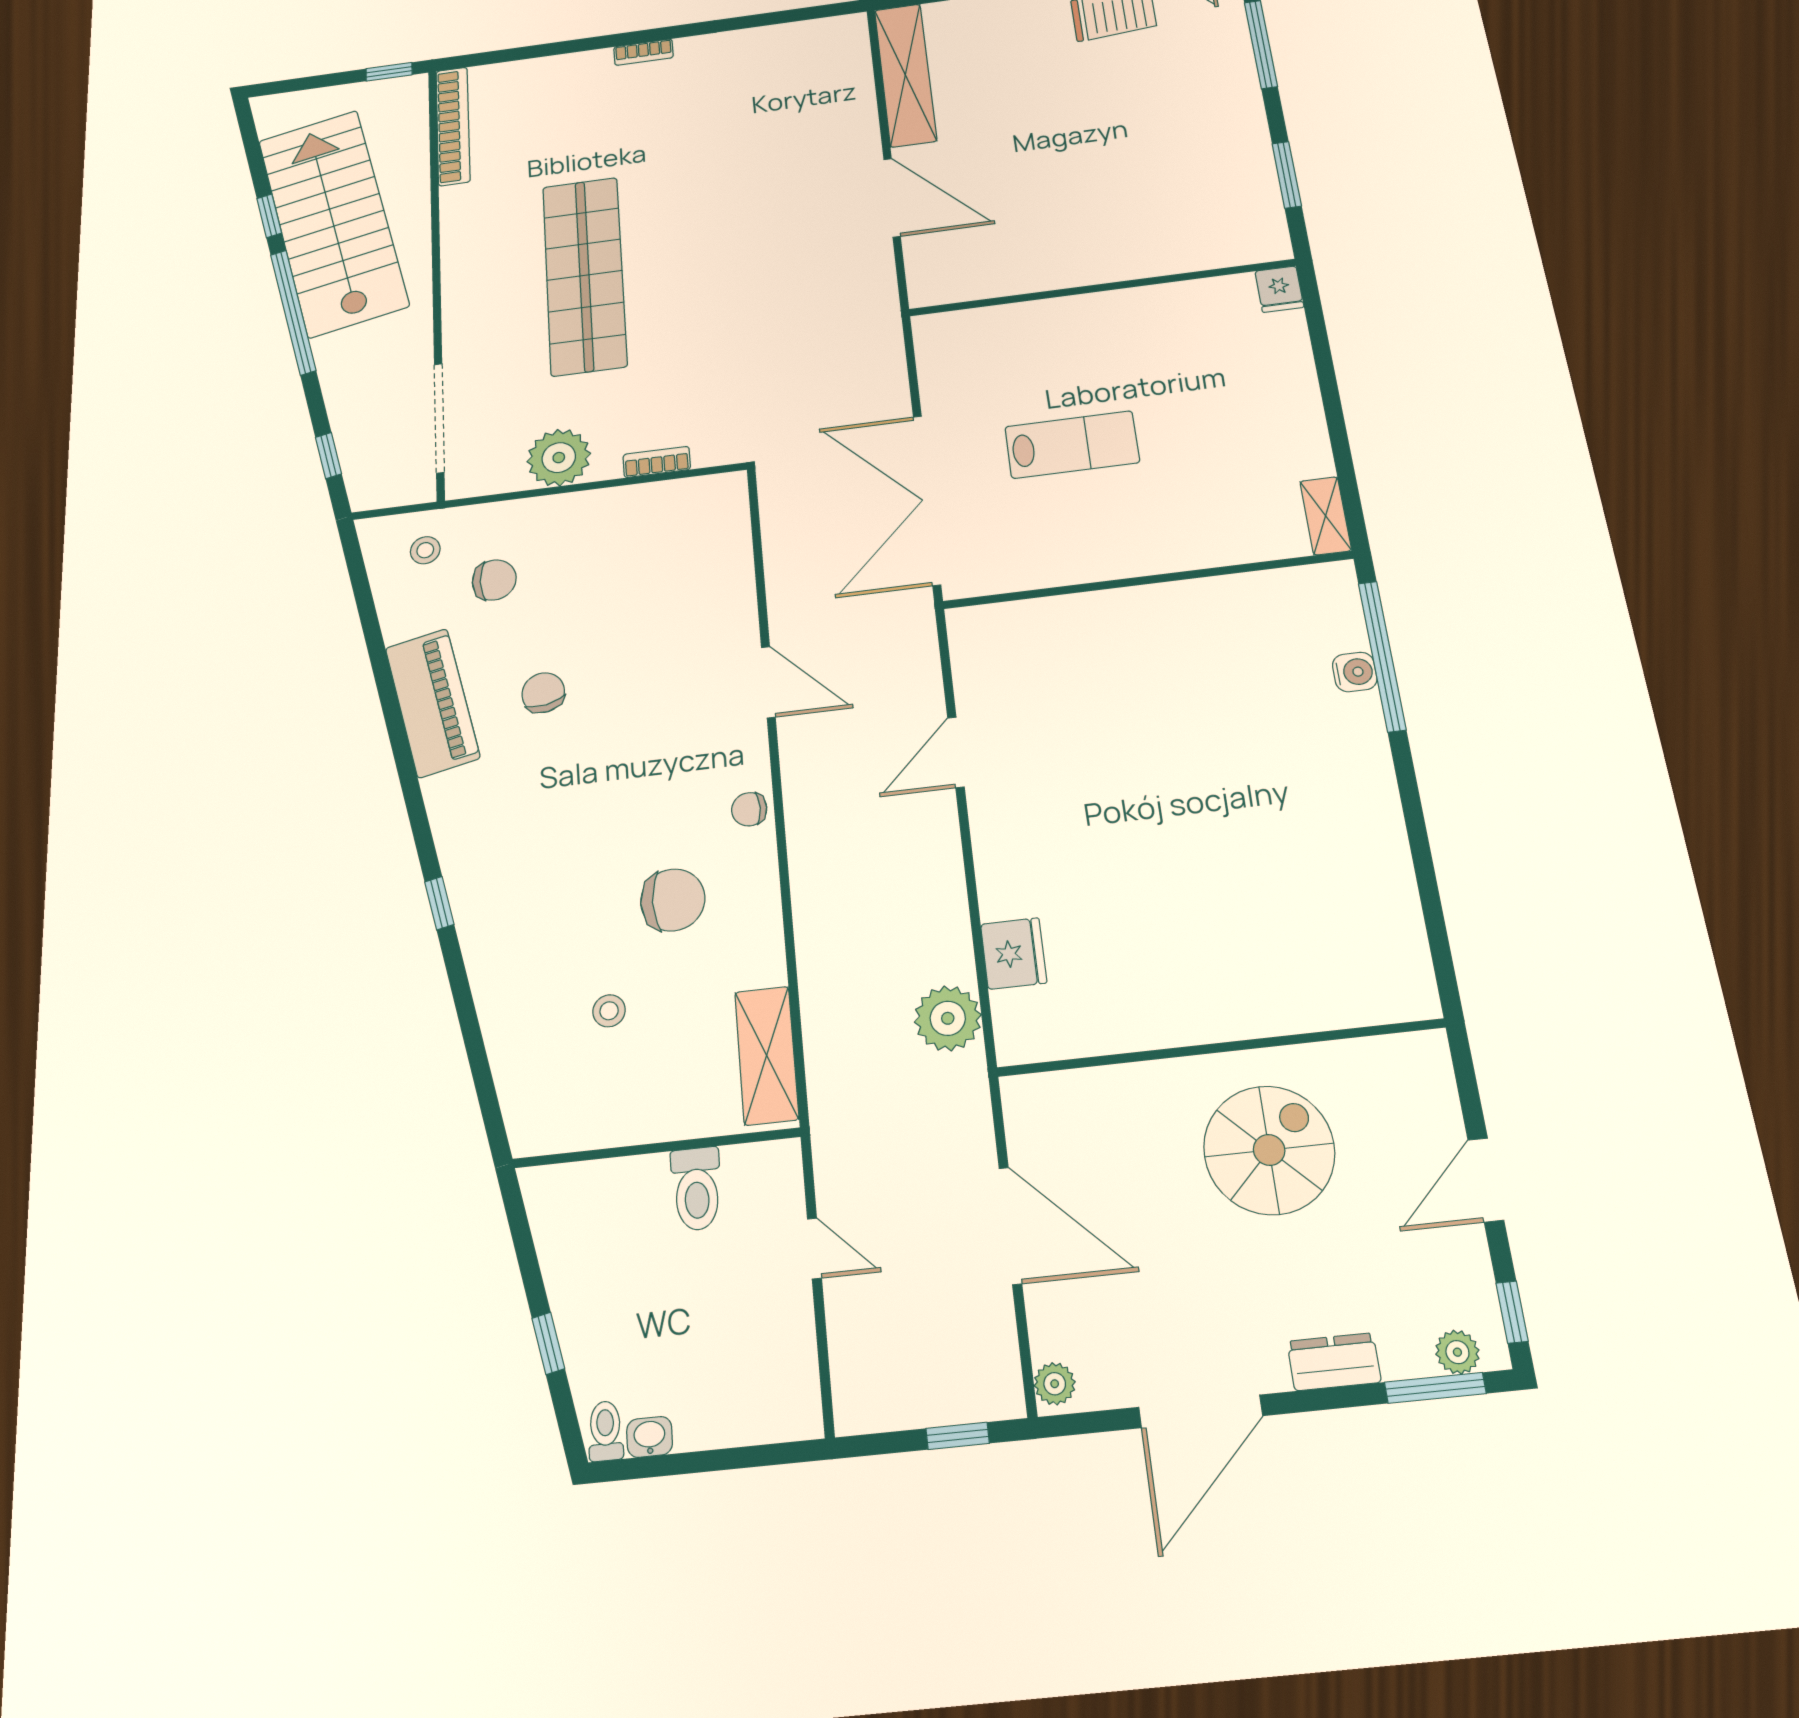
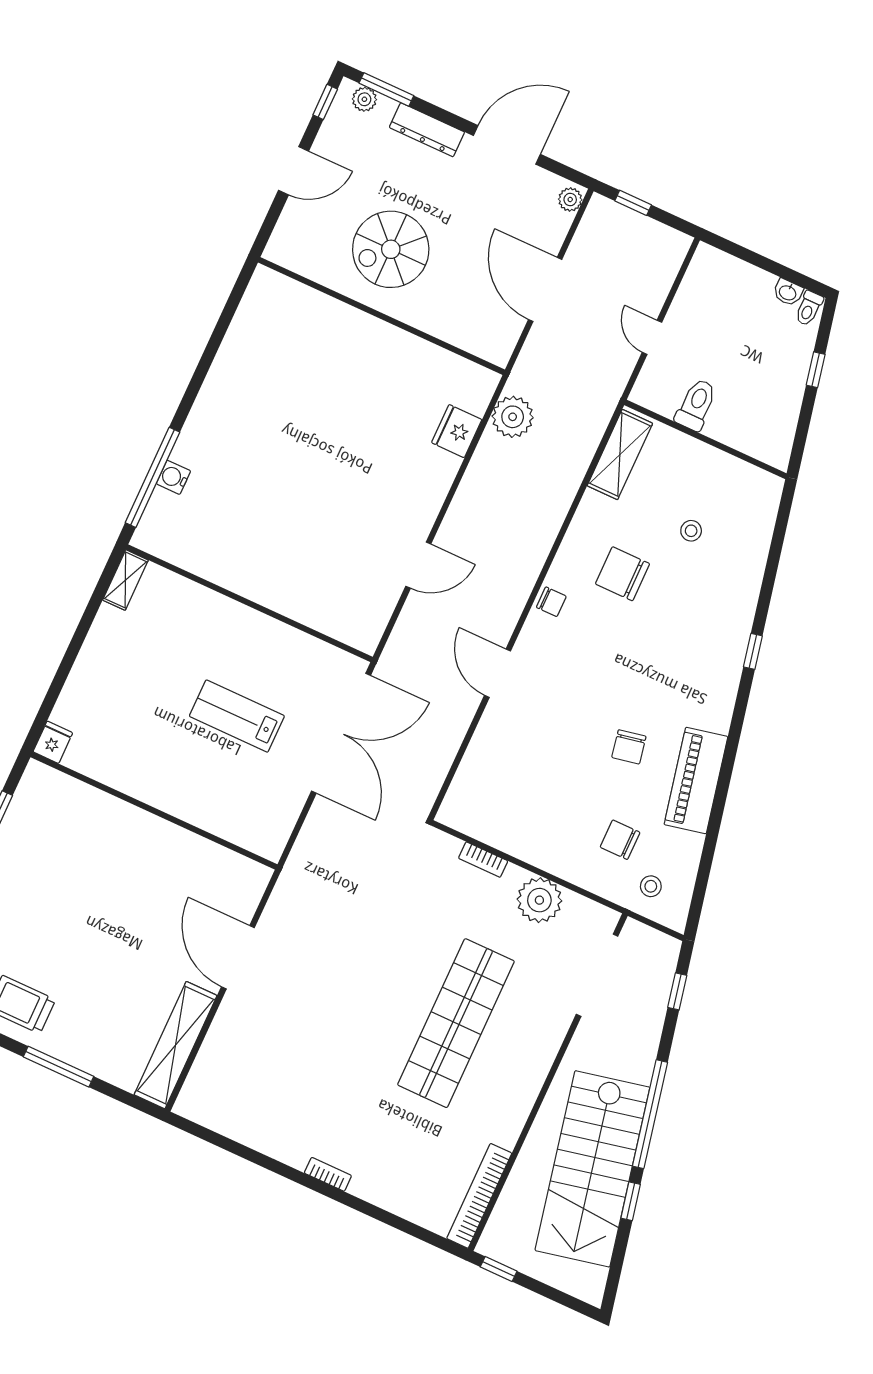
dresser: (1334, 1362) -> (427, 130), width x1.44

